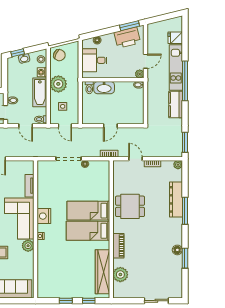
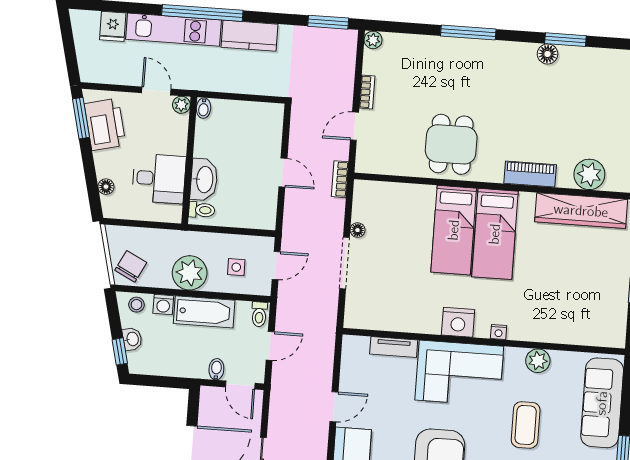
desk: (94, 60) -> (159, 179), moved, turned -90
dresser: (176, 199) -> (444, 49), removed
plant: (28, 246) -> (538, 361), moved

